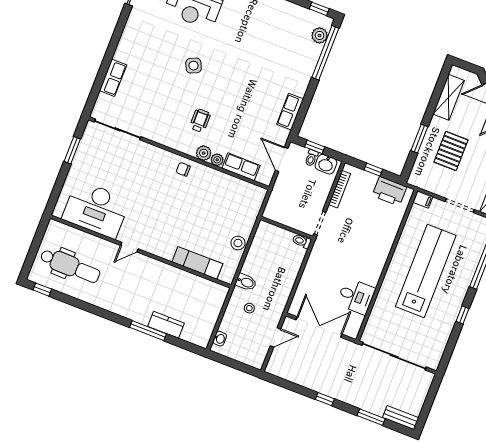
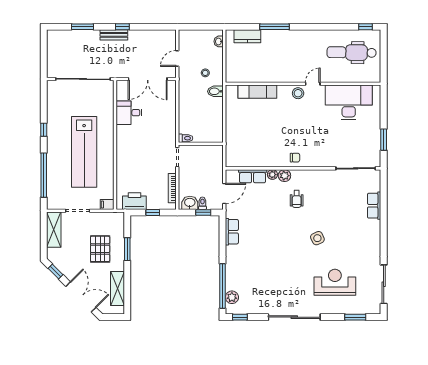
door: (282, 159) -> (224, 194), hinge flipped
stool: (238, 243) -> (298, 93), moved
kitchen counter: (166, 325) -> (247, 36), moved
bench: (401, 418) -> (114, 35), moved

